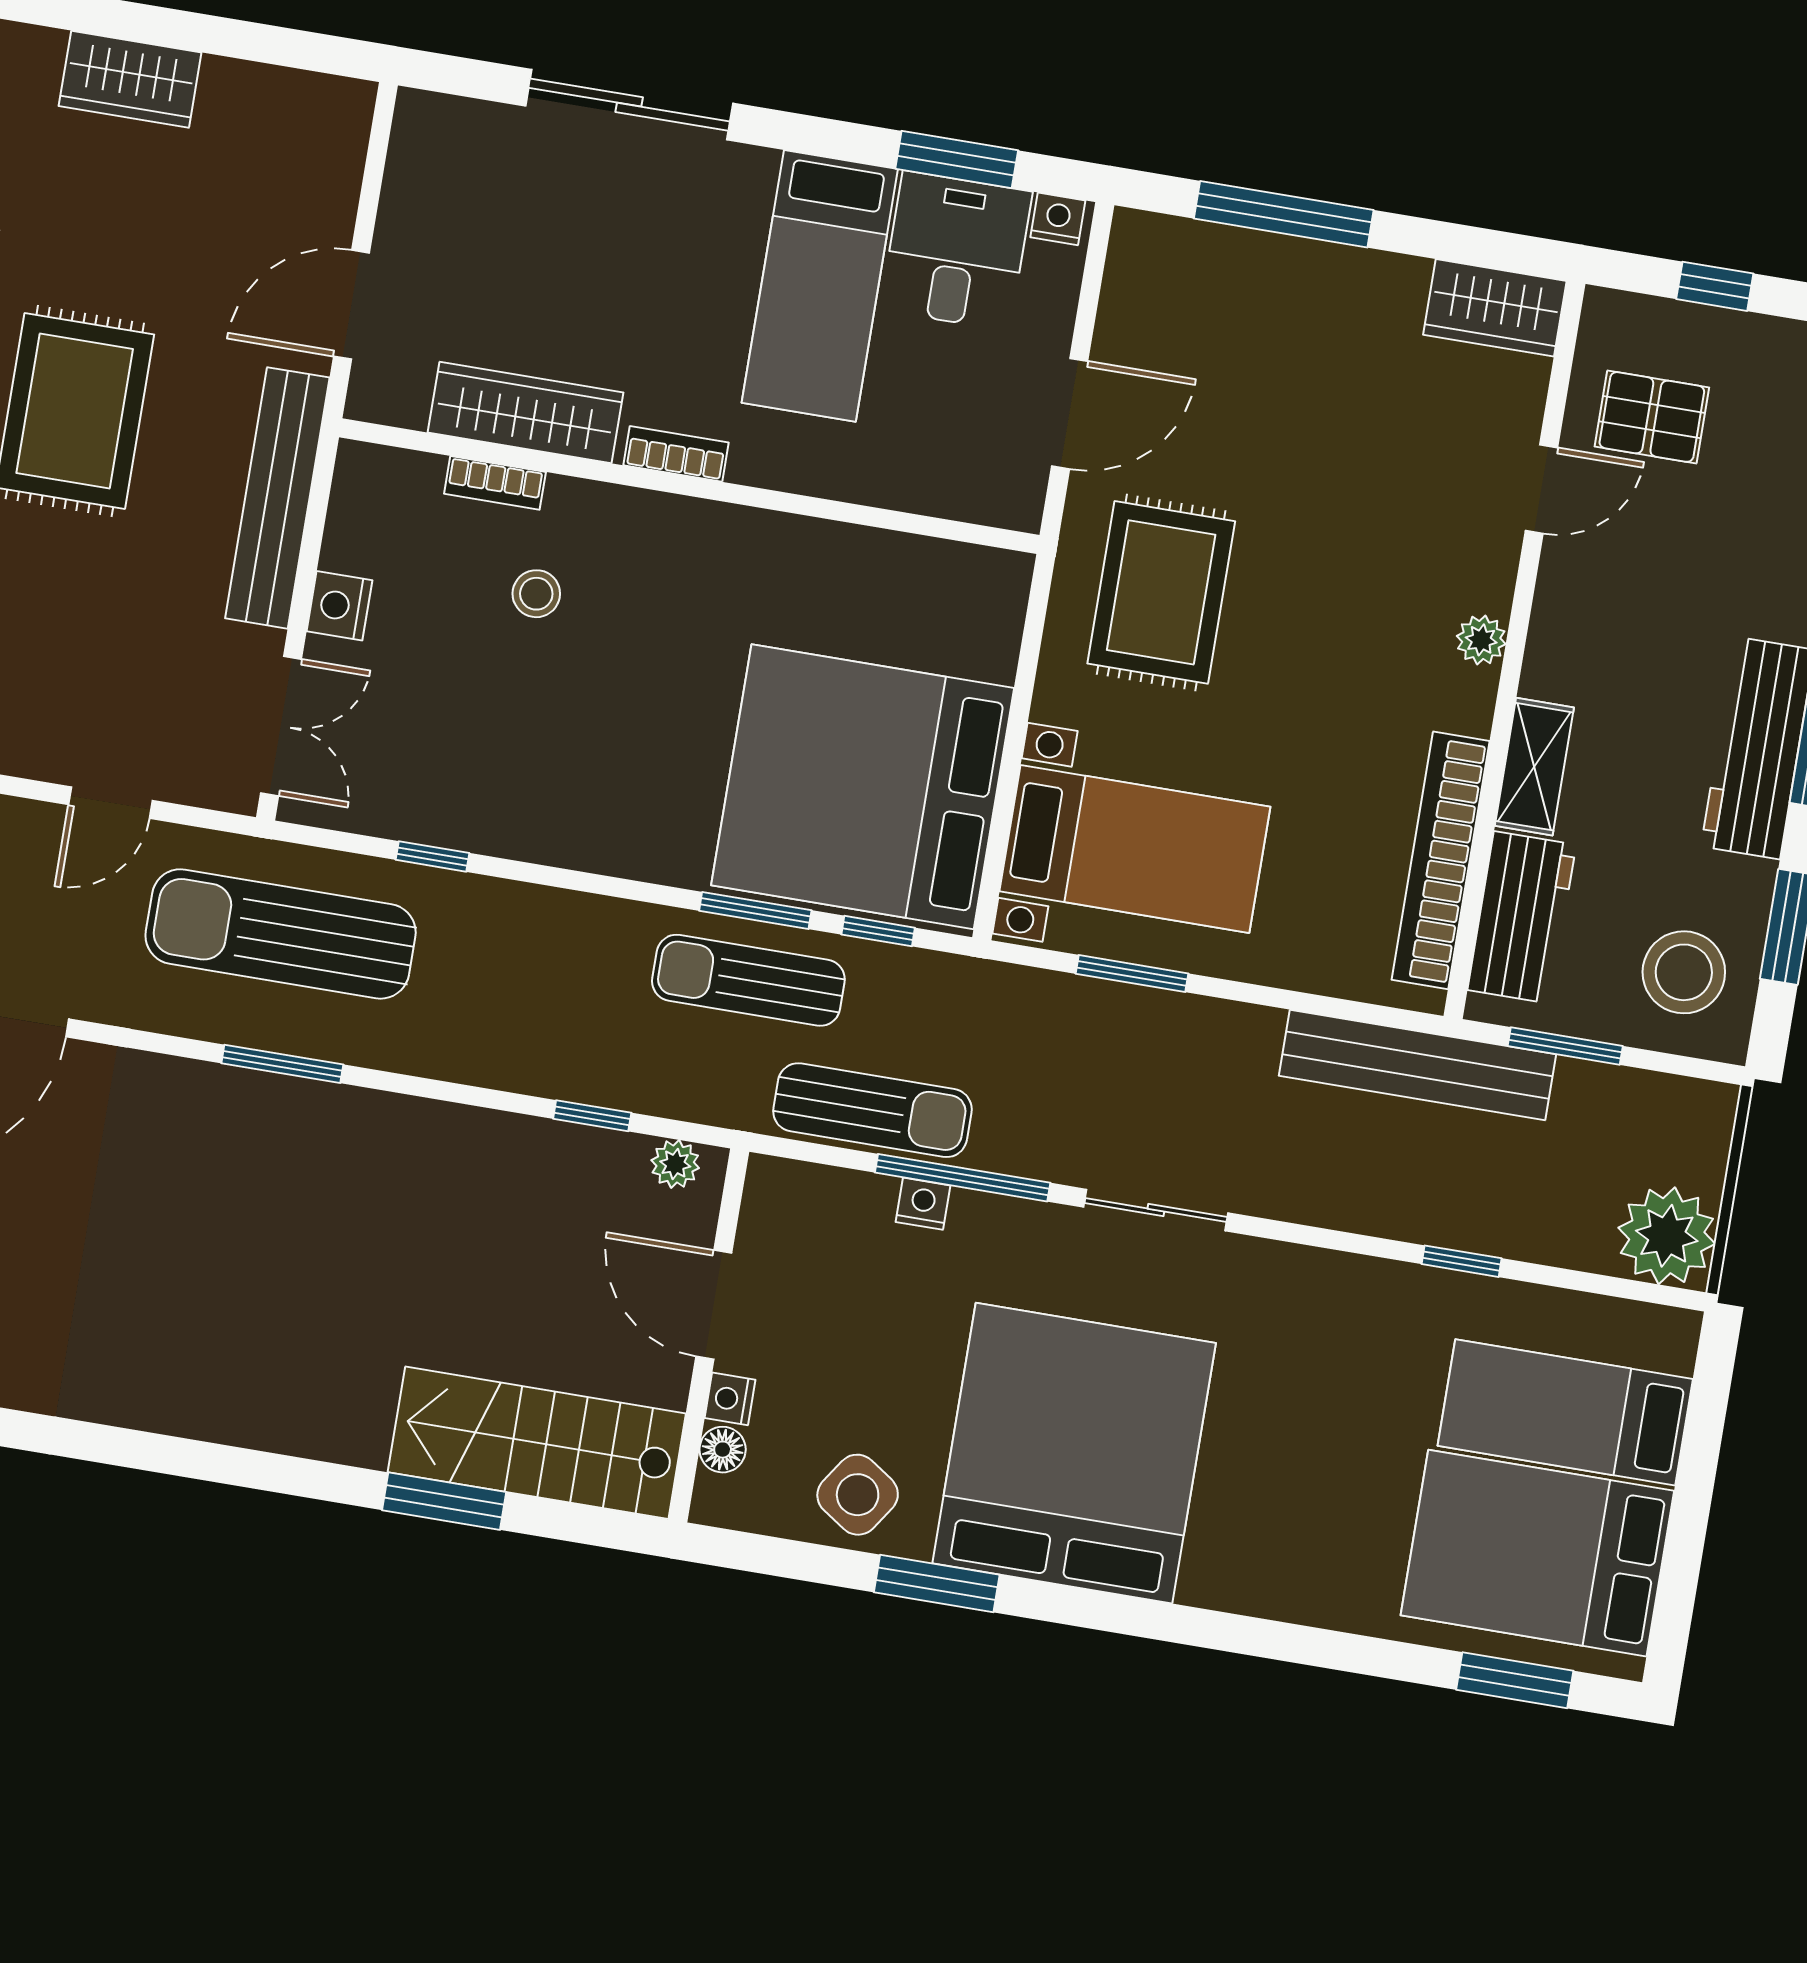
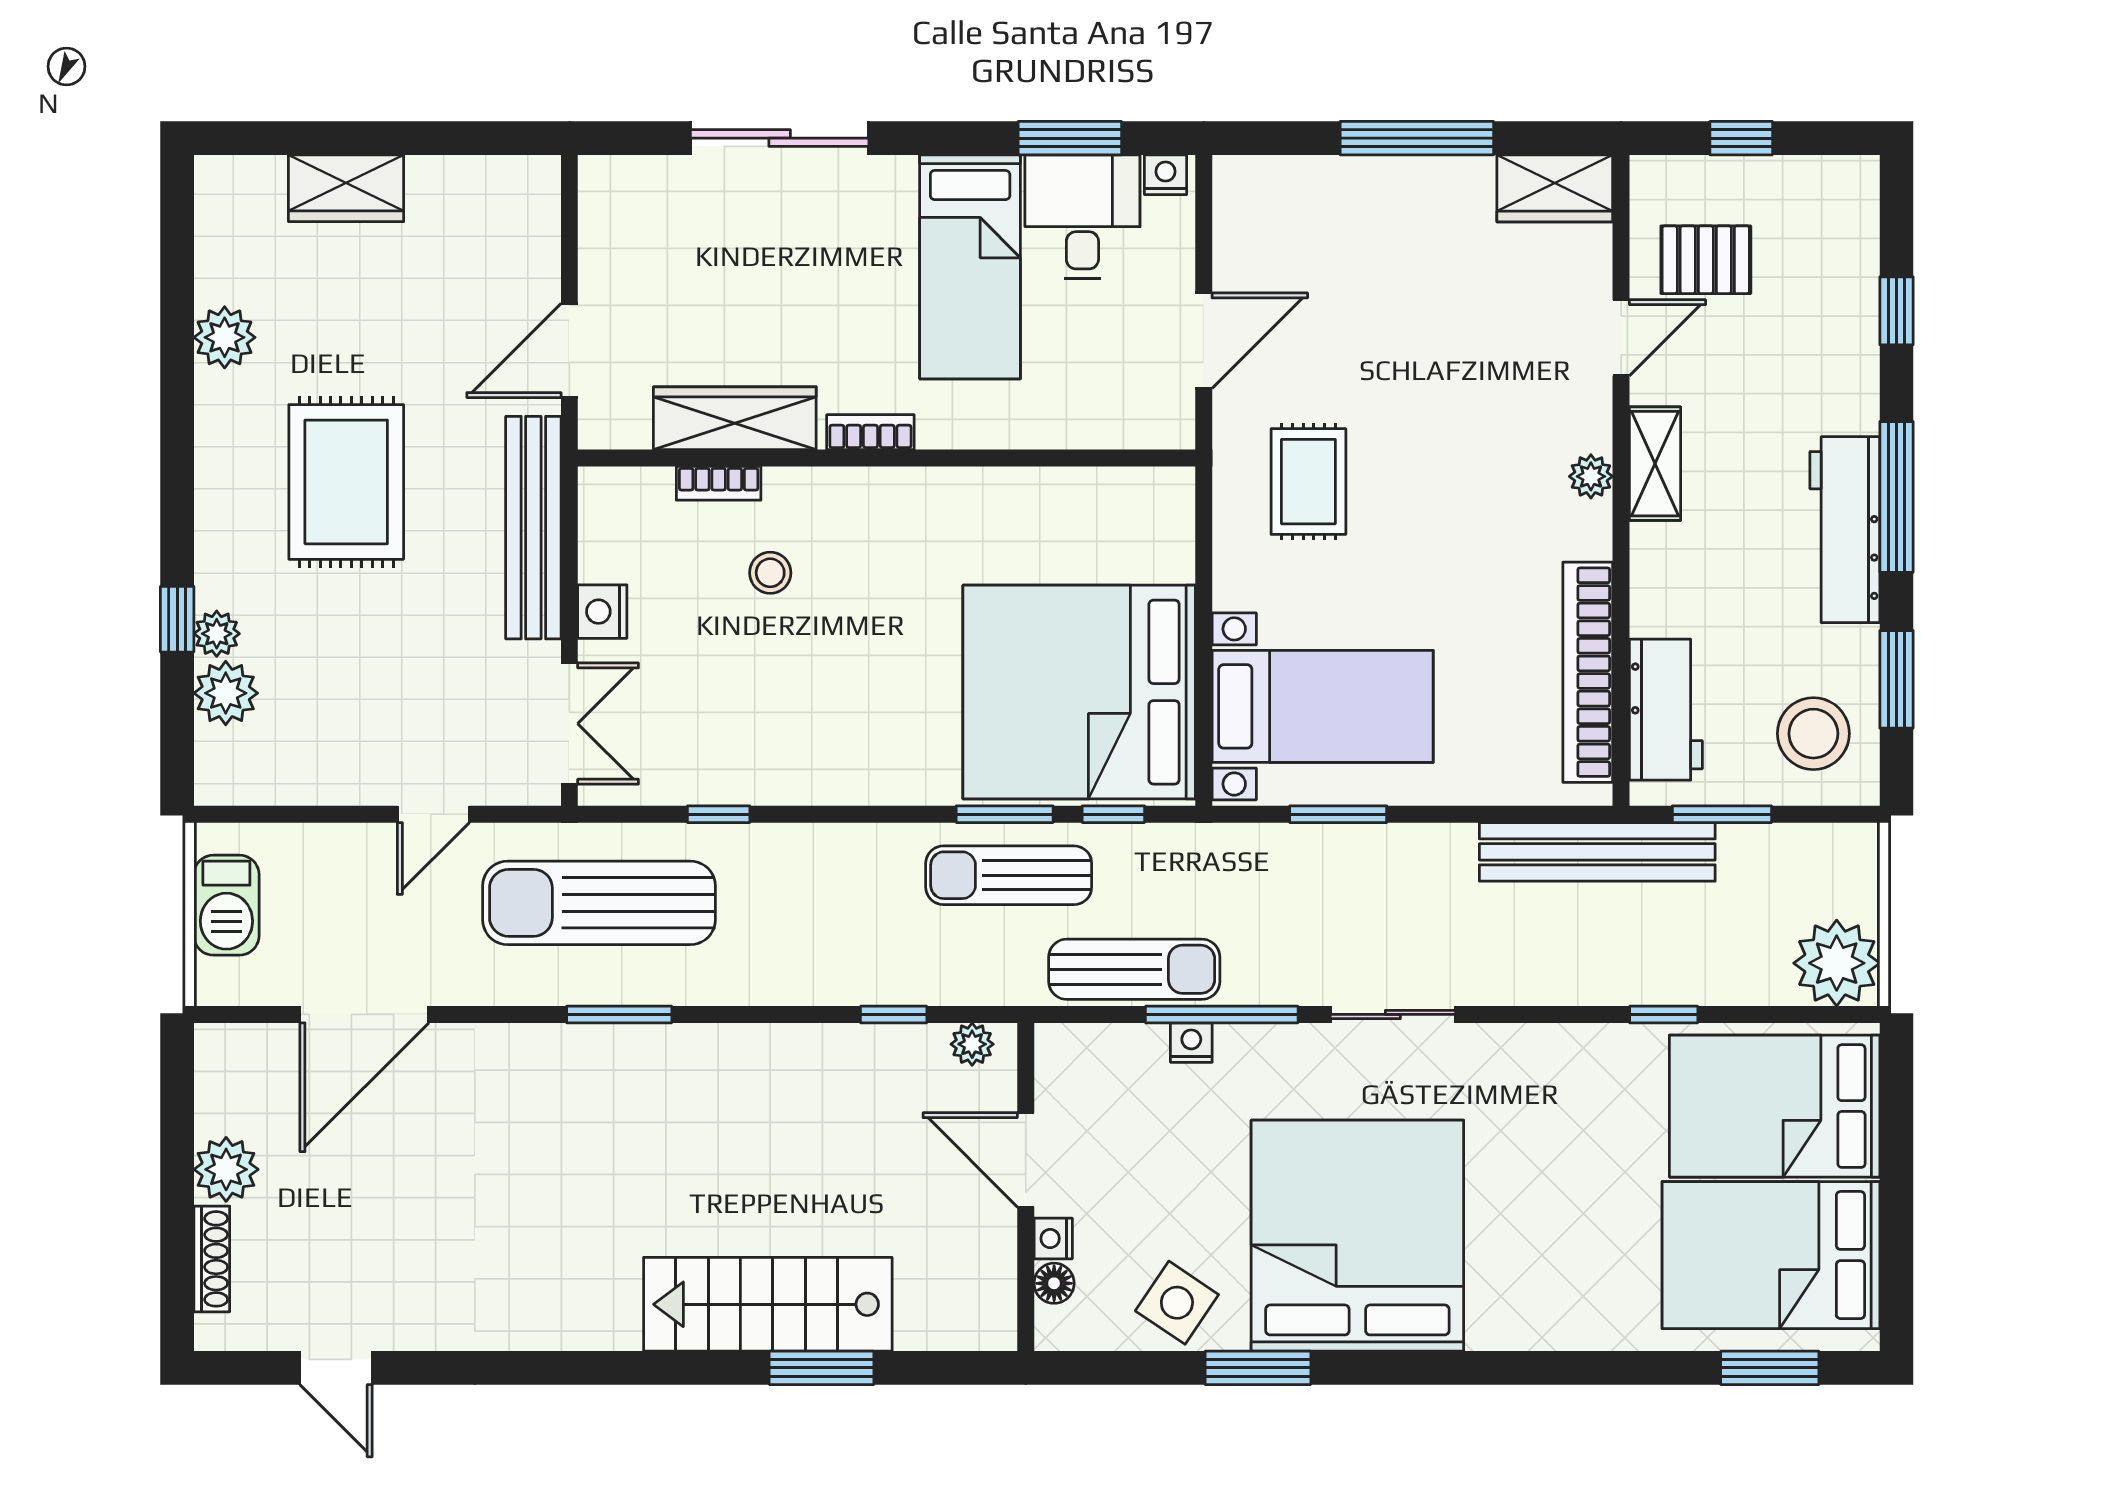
window: (1284, 214) -> (1417, 138), moved
rug: (1161, 592) -> (1308, 482), width x0.73, depth x0.70
shelving: (1534, 767) -> (1655, 464), moved
bed: (1565, 1412) -> (1775, 1106), width x1.50
stairs: (537, 1443) -> (768, 1304), moved

